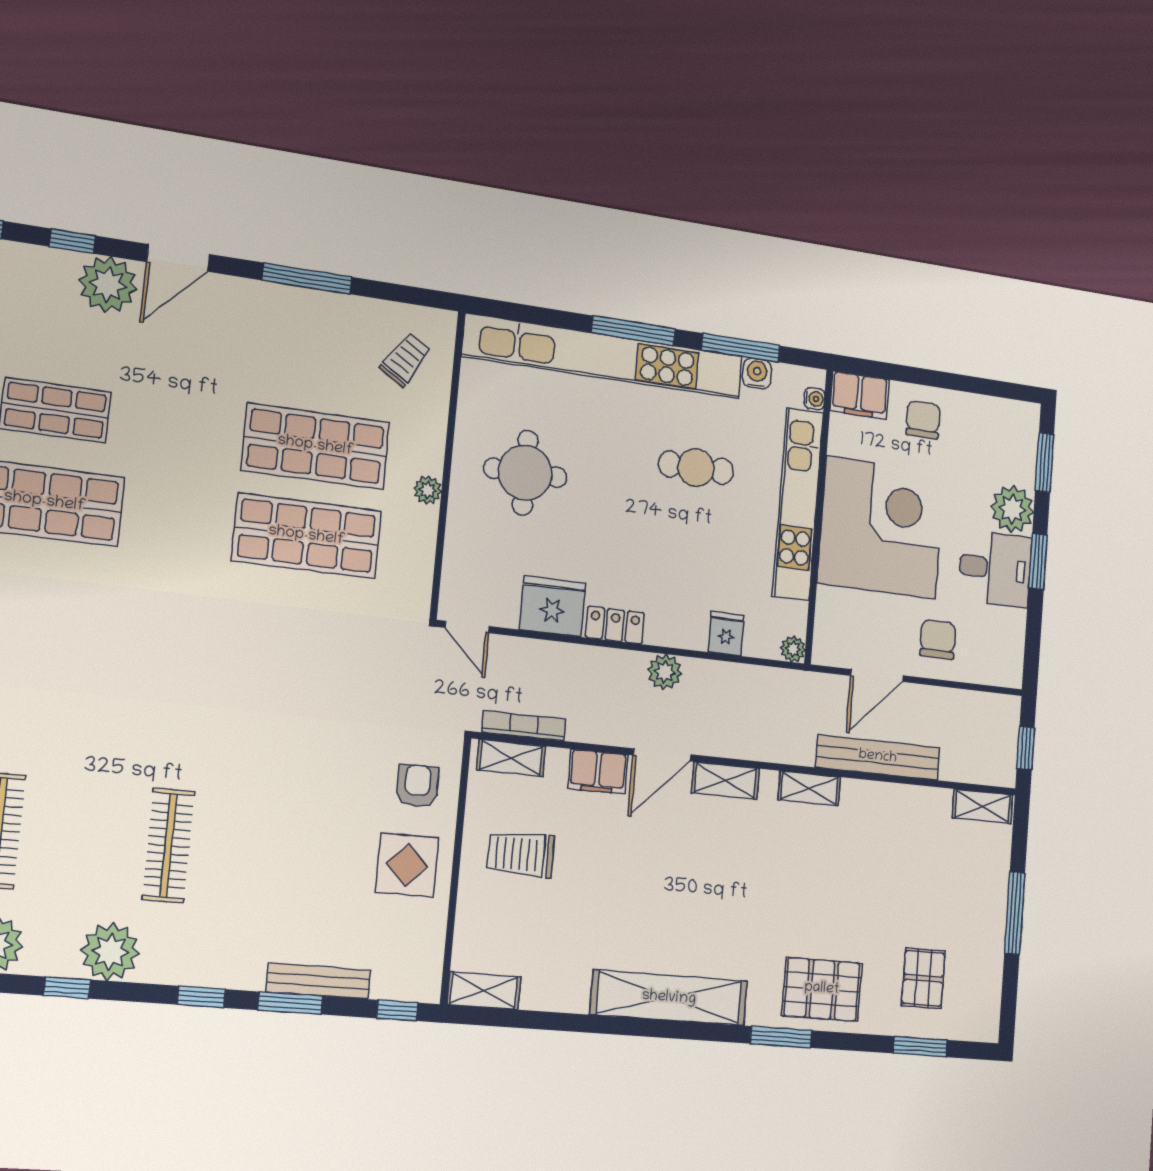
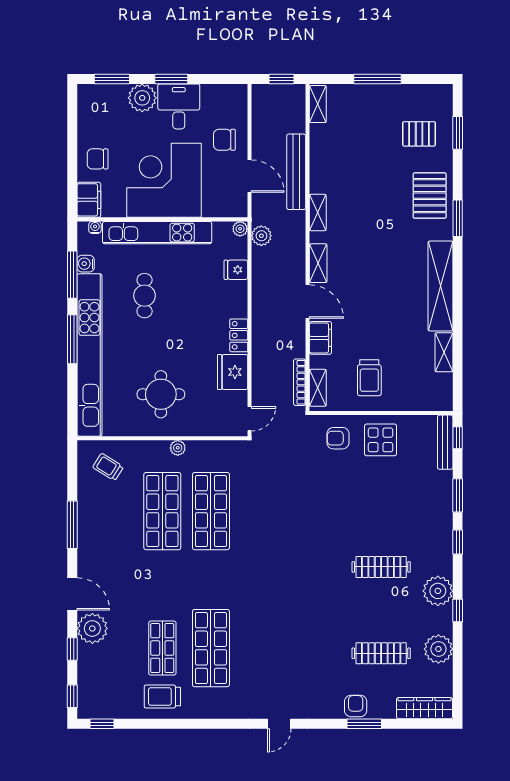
plant: (665, 672) -> (261, 236), moved
bench: (318, 981) -> (445, 442), moved
shelving: (484, 991) -> (444, 352), moved

